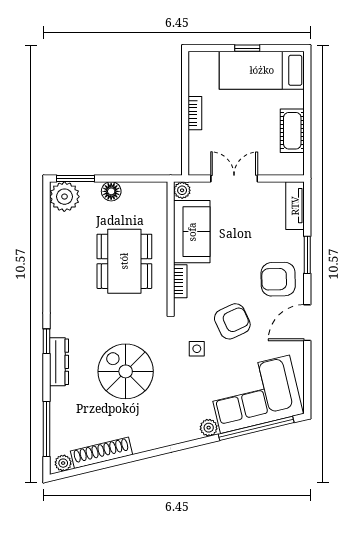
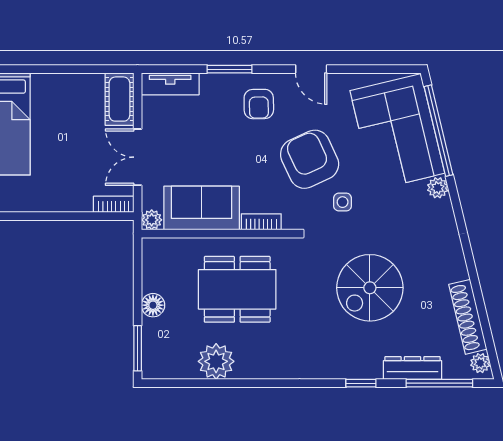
bookcase: (195, 113) -> (114, 204), moved
cot: (292, 131) -> (119, 99), moved, turned 90
plant: (64, 197) -> (216, 361), moved
armchair: (278, 279) -> (259, 104), width x0.72, depth x0.72
armchair: (232, 321) -> (310, 159), width x1.36, depth x1.36
door: (307, 323) -> (311, 69), width x0.73
window: (46, 341) -> (361, 383), moved
dresser: (59, 362) -> (412, 368), moved

